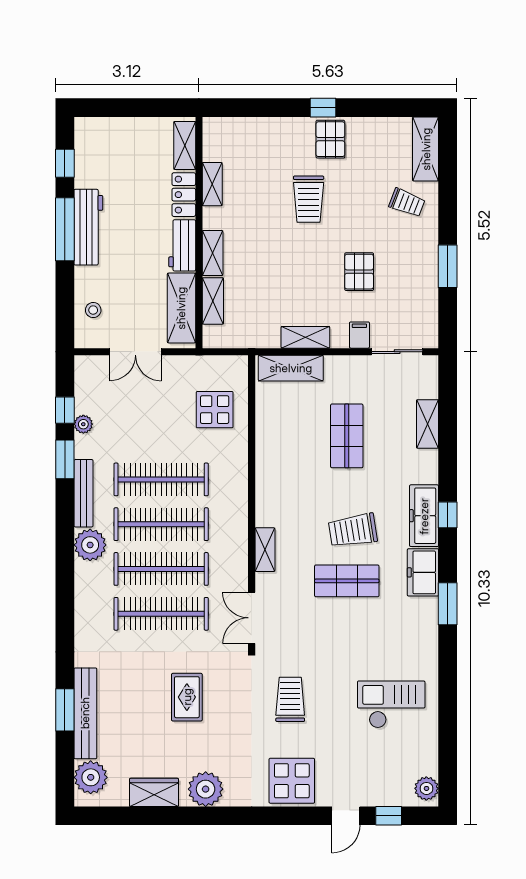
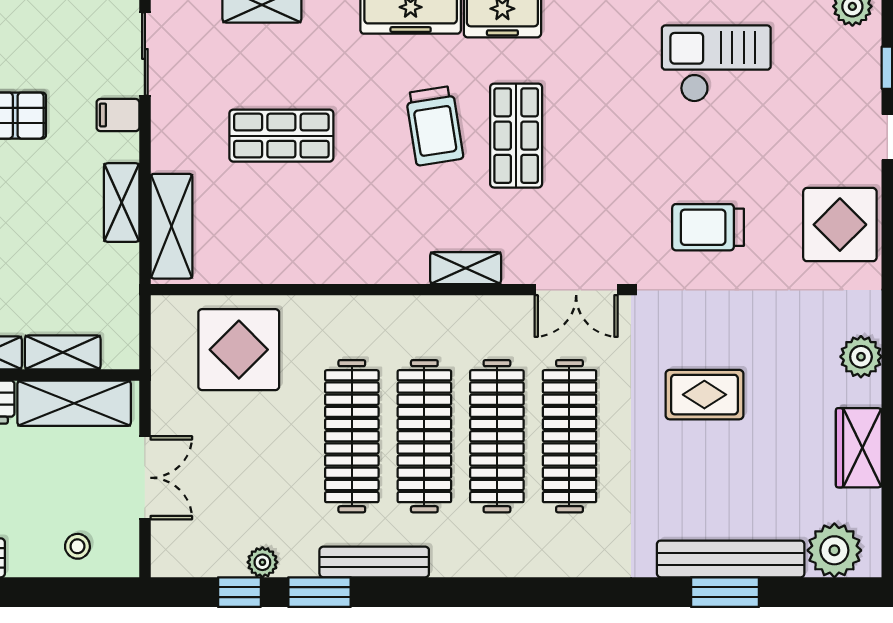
display table: (215, 410) -> (239, 350), width x1.36, depth x1.36
plant: (90, 545) -> (458, 551), removed
checkout: (391, 704) -> (716, 64), turned 90
plant: (206, 789) -> (861, 357), width x0.73, depth x0.73

